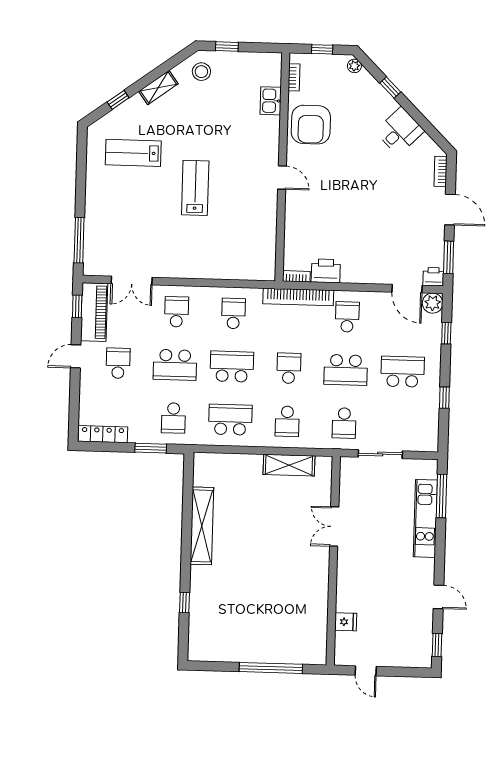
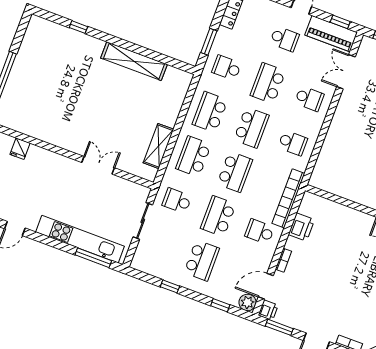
bookcase: (296, 276) -> (283, 260), moved
school desk: (347, 317) -> (260, 232), turned 180
school desk: (289, 368) -> (235, 172), width x1.85
school desk: (230, 420) -> (210, 112), turned 180
school desk: (287, 421) -> (193, 156), width x1.85
kitchen unit: (425, 518) -> (80, 239), width x1.36

